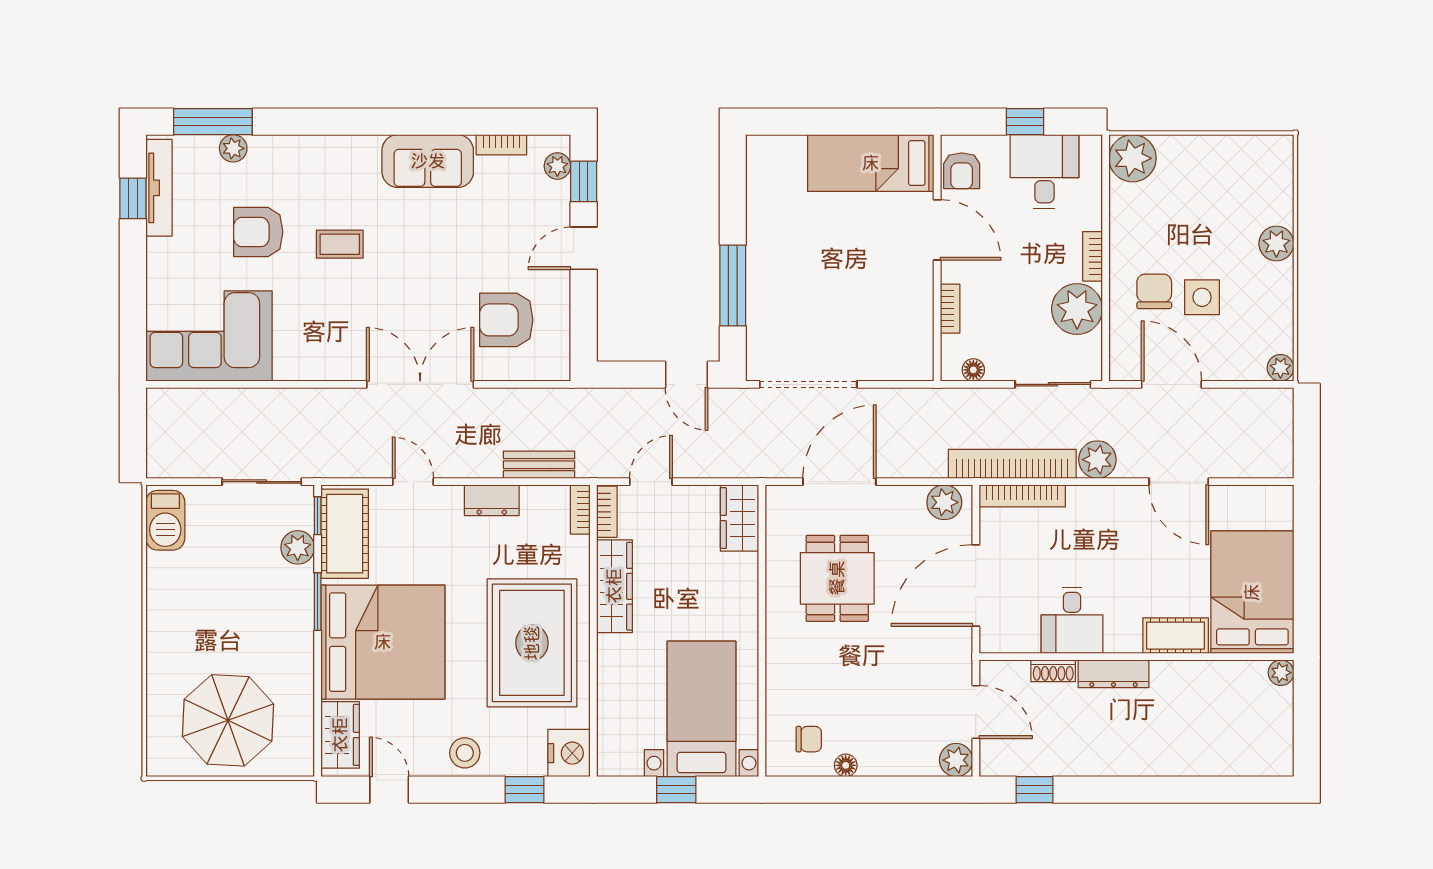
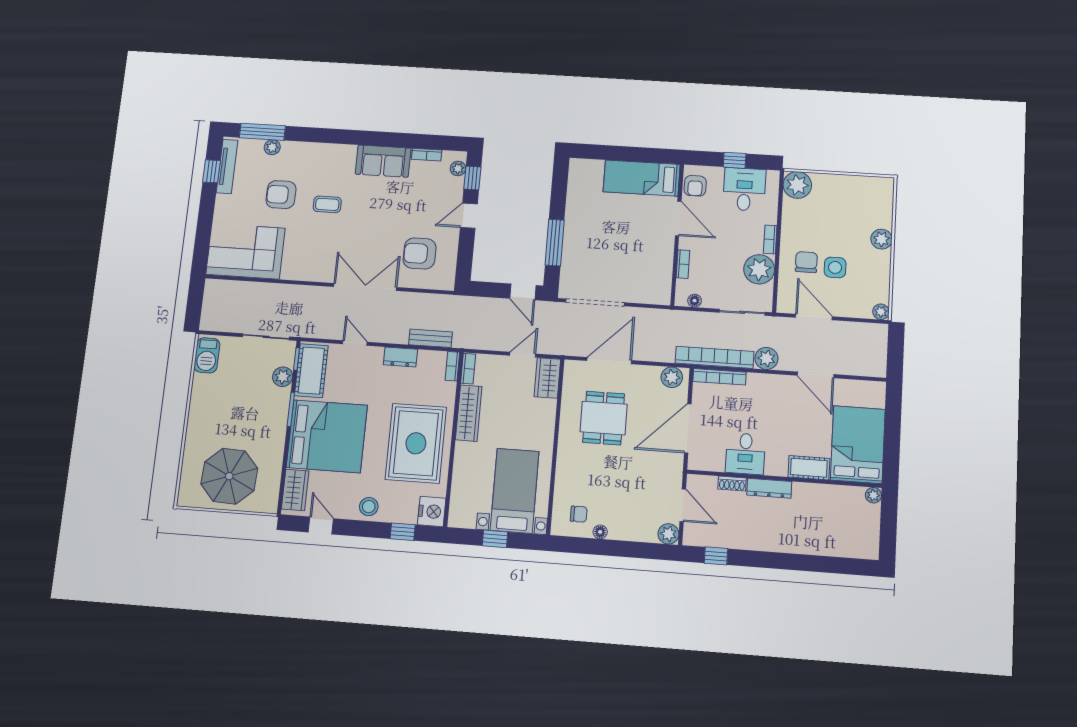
door: (651, 482) -> (523, 355), moved

